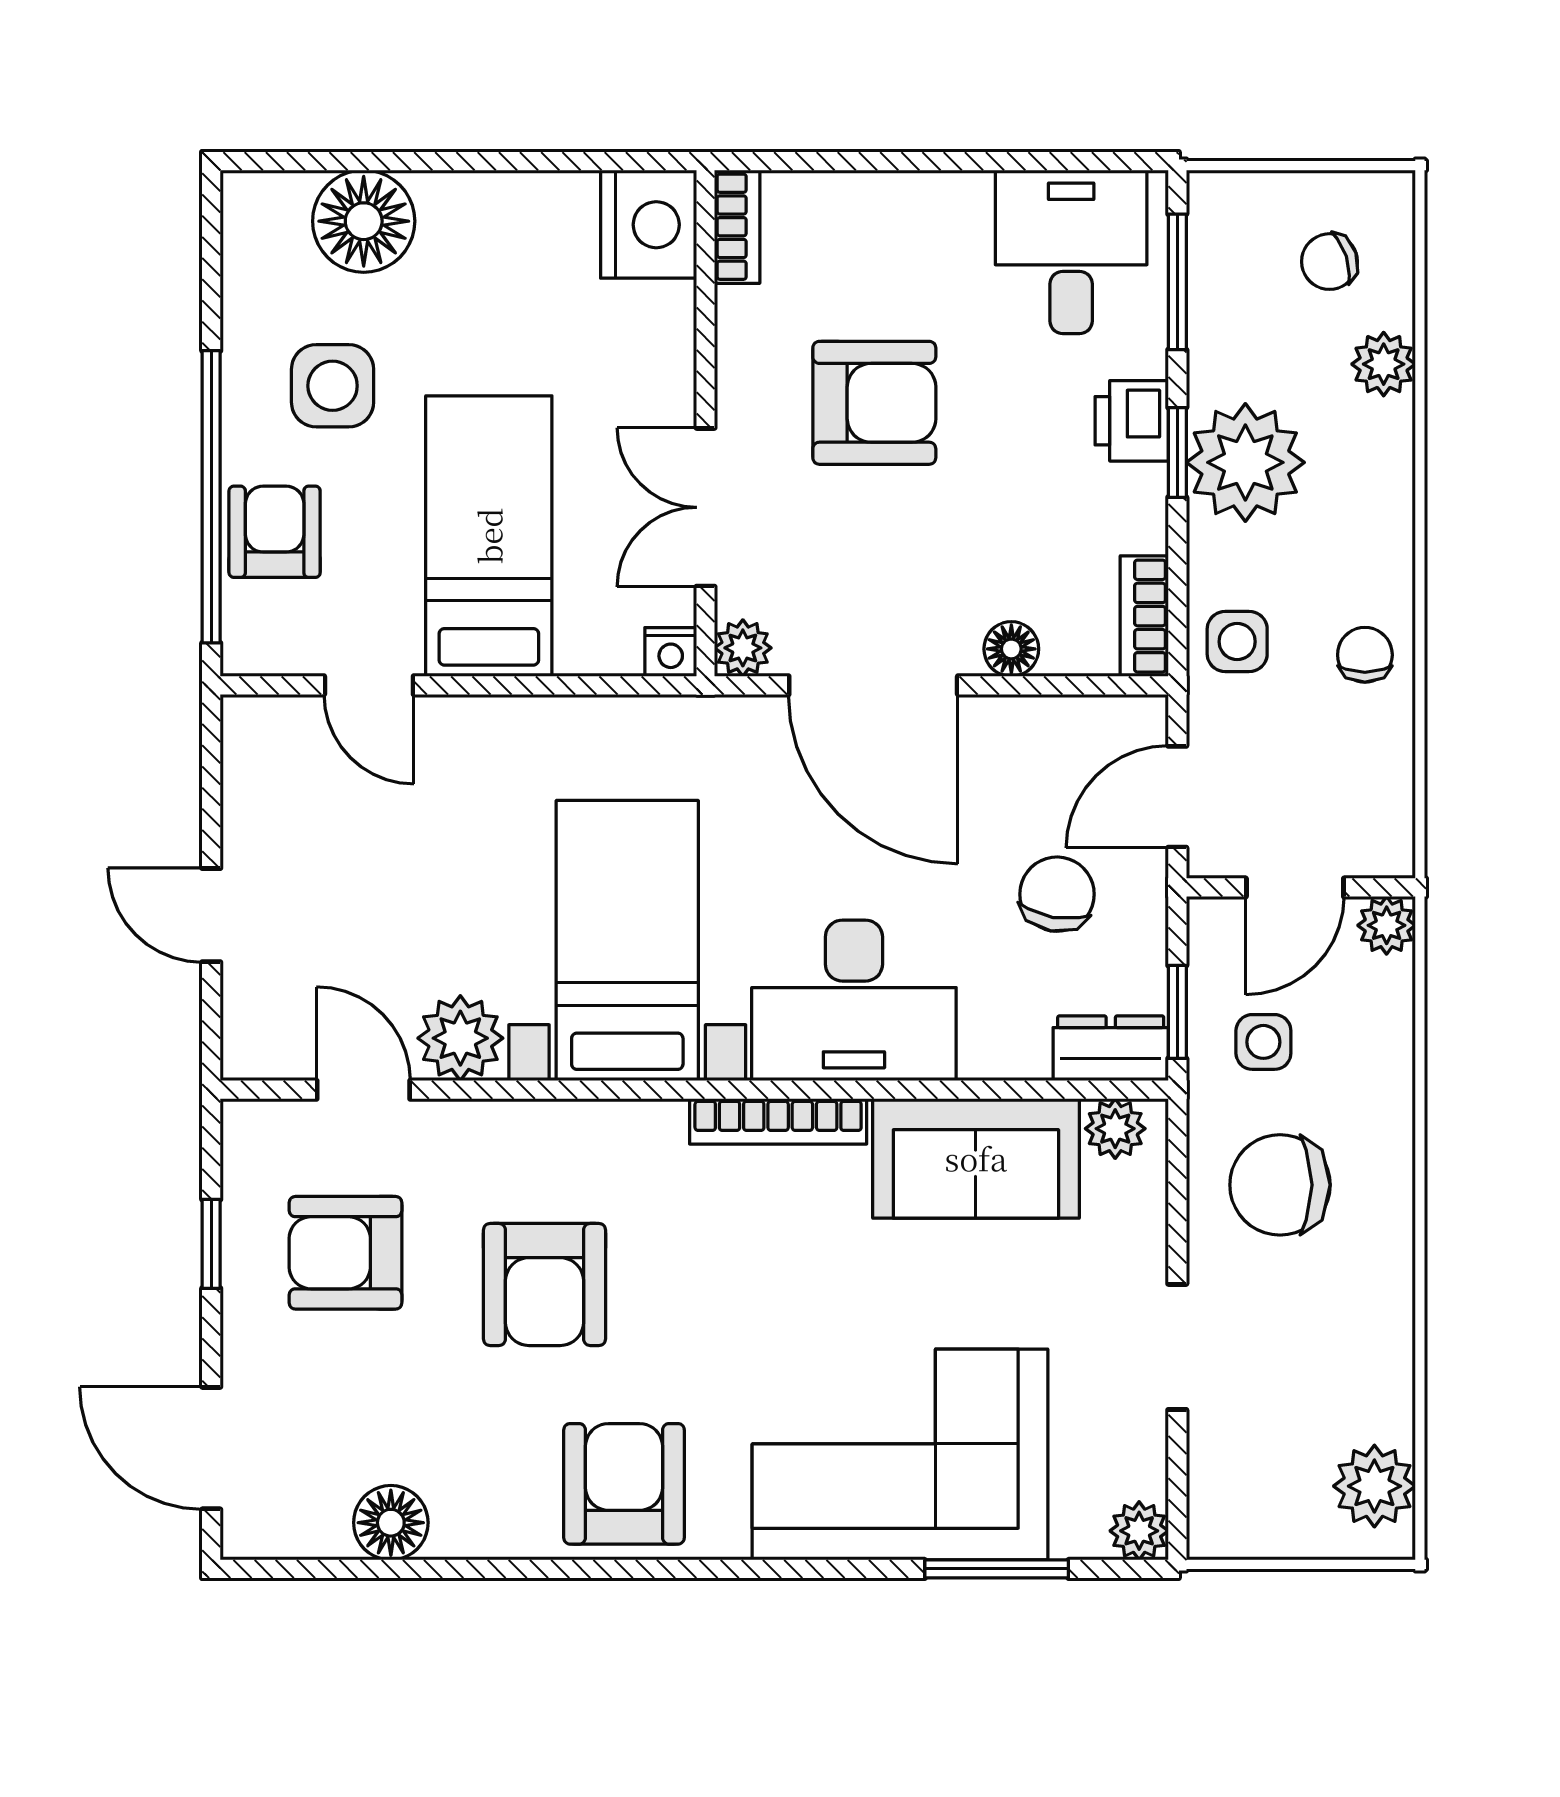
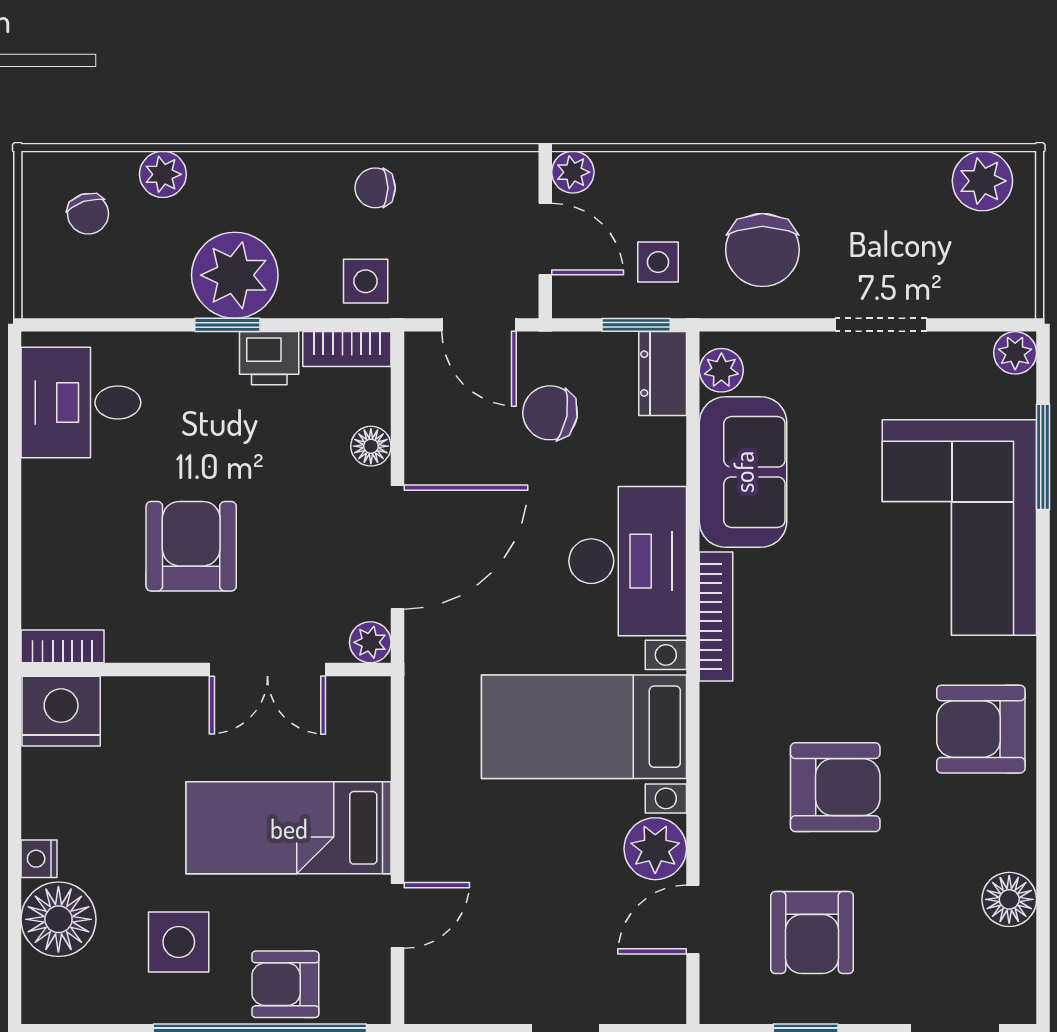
window: (1177, 282) -> (103, 325), removed
printer: (1132, 421) -> (269, 358), moved
nightstand: (671, 652) -> (39, 859), moved, turned 180

